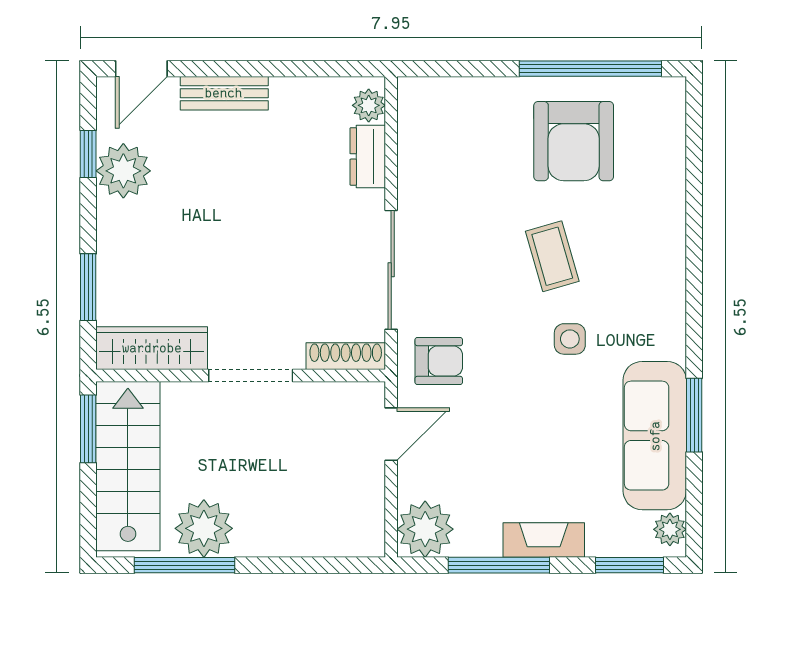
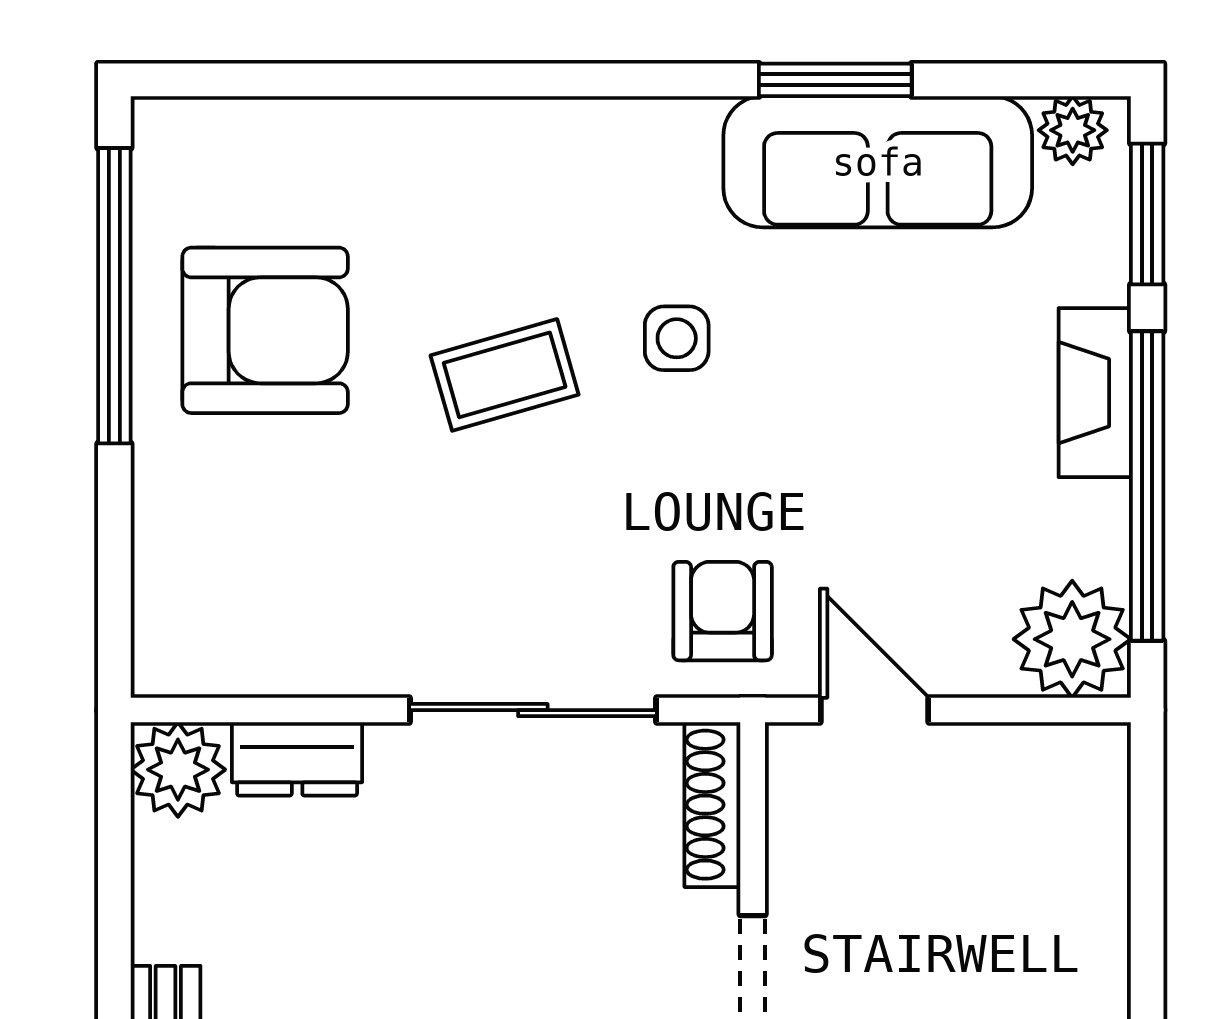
plant: (369, 105) -> (178, 770), width x1.38, depth x1.38
window: (499, 565) -> (1147, 486), width x1.46

